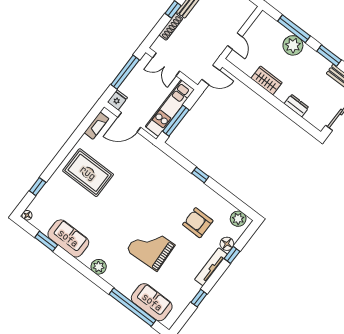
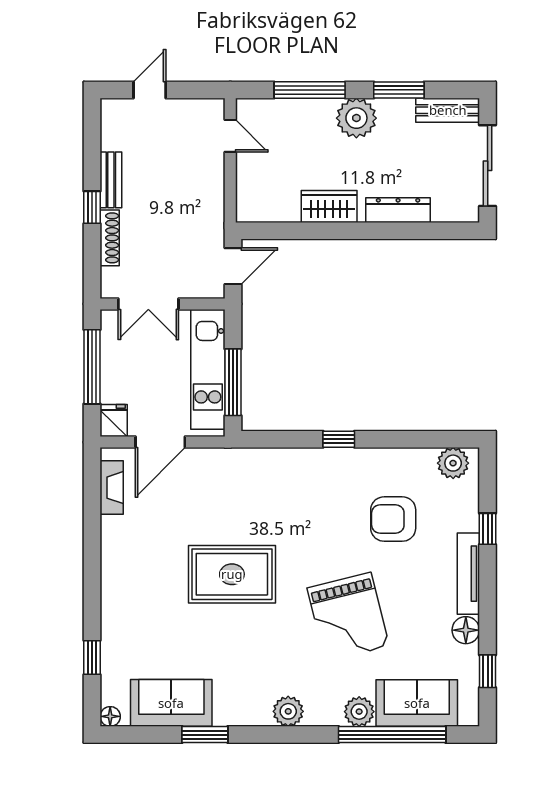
door: (235, 41) -> (230, 136), moved
plant: (293, 45) -> (356, 118), moved
dresser: (296, 106) -> (398, 210), width x1.44
rug: (88, 173) -> (232, 574), moved
sofa: (68, 238) -> (171, 703), moved
window: (46, 241) -> (205, 735), moved
floor lamp: (227, 244) -> (466, 630), moved
grand piano: (151, 248) -> (348, 617), turned -101
plant: (126, 288) -> (359, 712), added
window: (199, 298) -> (488, 671), moved

